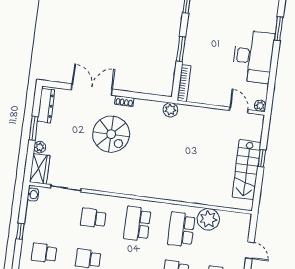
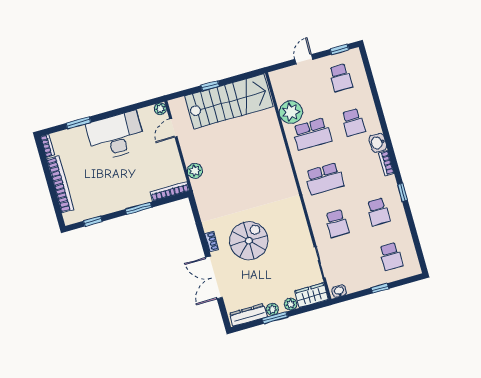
plant: (170, 110) -> (195, 171), moved
plant: (42, 129) -> (272, 309), added
stairs: (247, 170) -> (229, 101), width x1.36, depth x1.51

